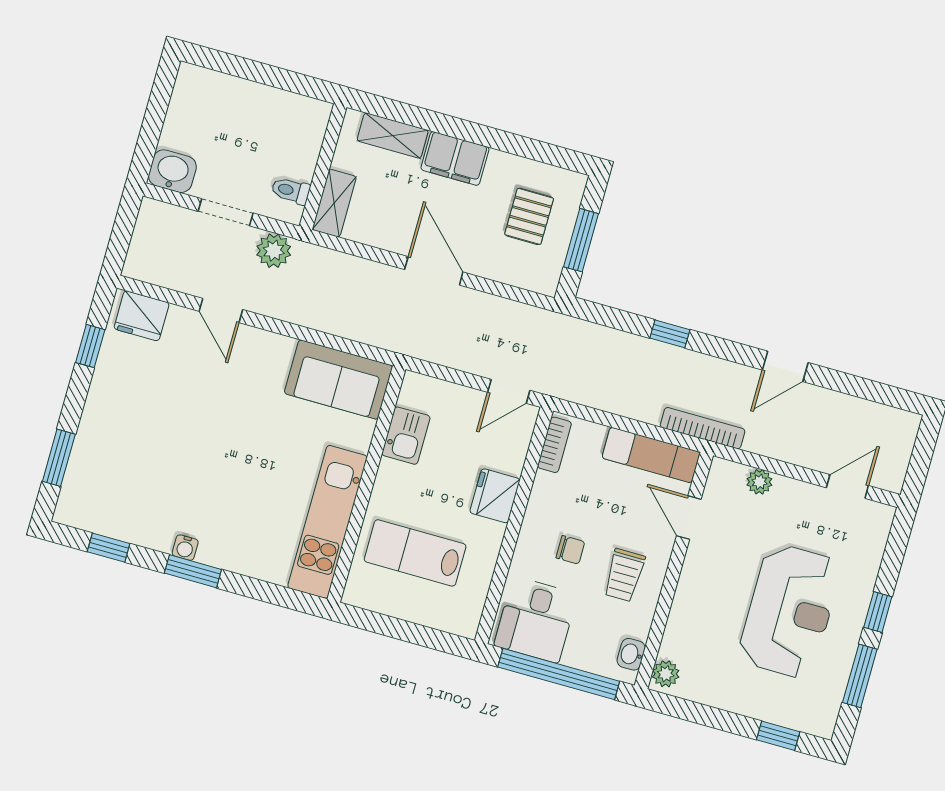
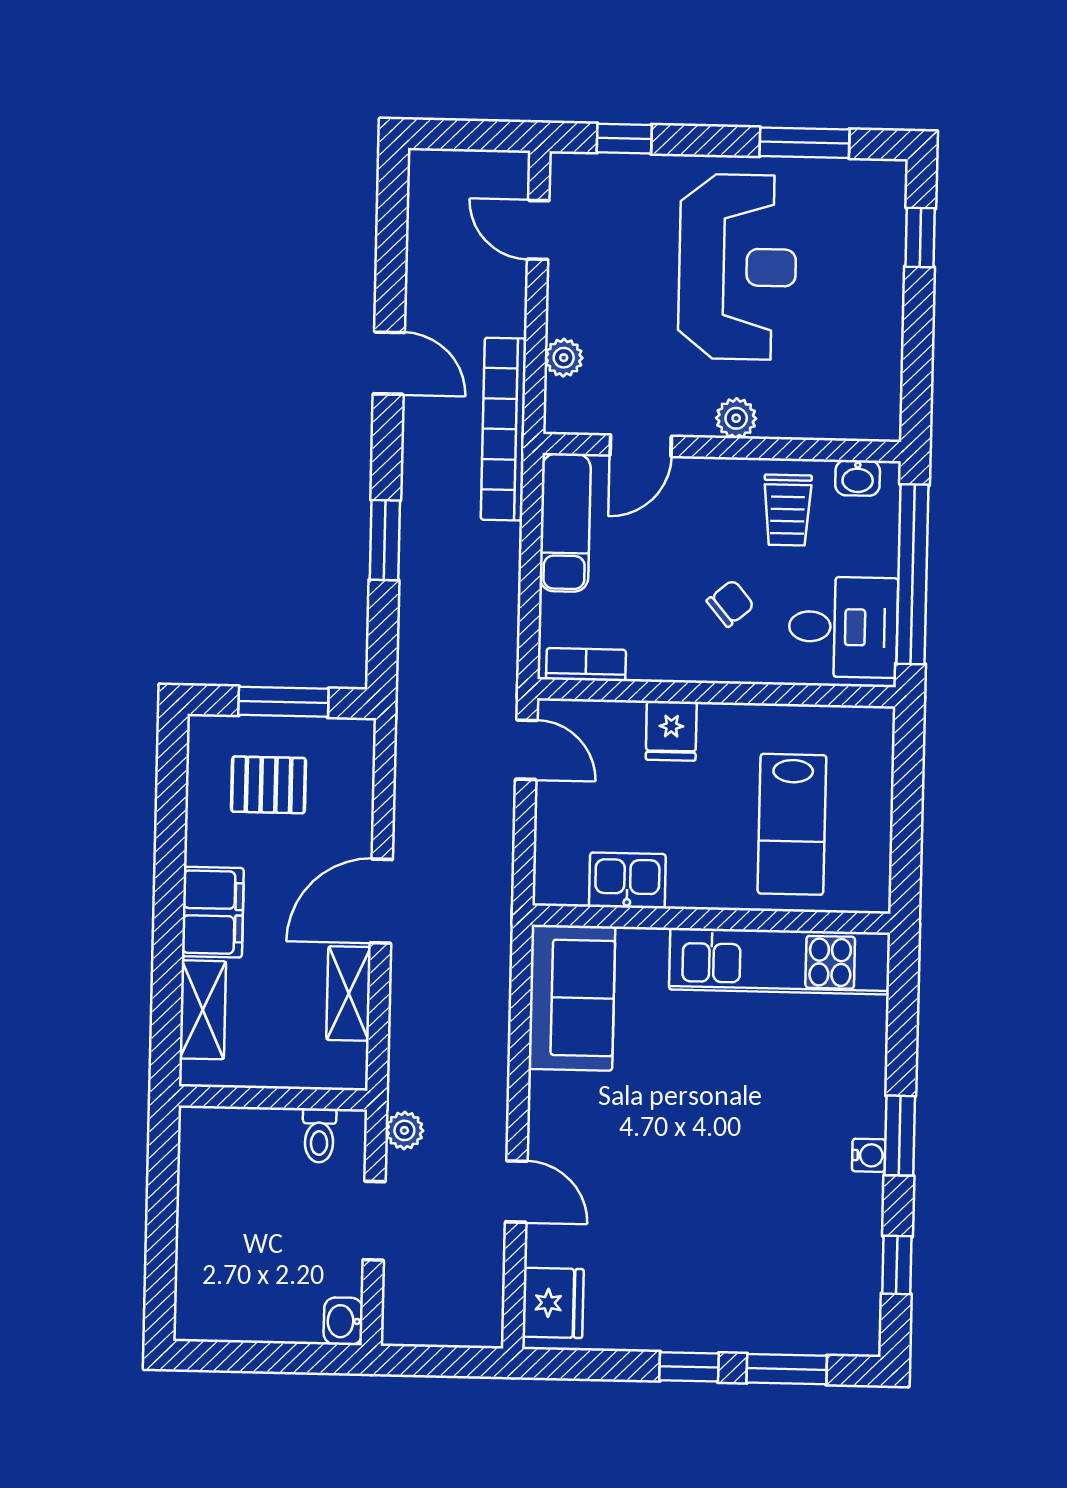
washbasin: (172, 171) -> (343, 1321), width x0.72, depth x0.69
shelving: (334, 203) -> (349, 993), moved, turned 90
plant: (274, 251) -> (404, 1130), width x0.73, depth x0.73
door: (221, 310) -> (516, 1191), hinge flipped
window: (670, 334) -> (385, 540), width x1.50
window: (90, 346) -> (689, 1367), moved
bookcase: (703, 428) -> (503, 429), width x1.48, depth x1.31
fridge: (495, 496) -> (671, 731), width x0.72
chair: (570, 550) -> (730, 603), turned 50
trolley: (624, 575) -> (788, 510), moved, turned 90
reception desk: (790, 611) -> (738, 267), turned 90
window: (878, 612) -> (624, 139), moved
plant: (666, 674) -> (736, 418), moved

